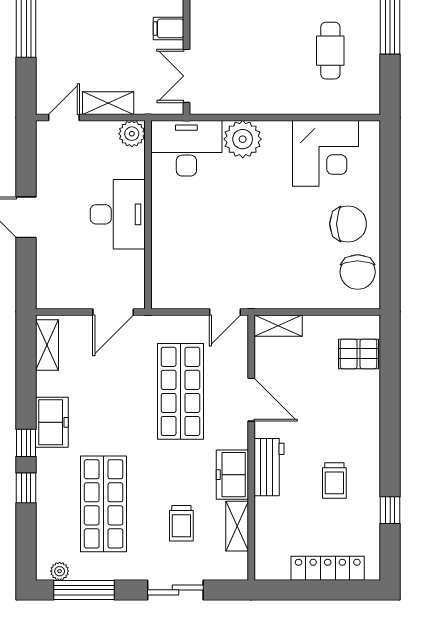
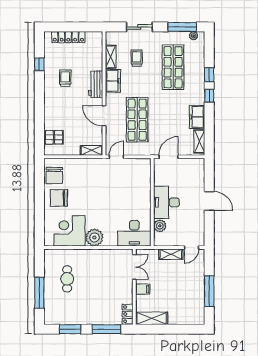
plant: (132, 134) -> (160, 226), moved
plant: (243, 139) -> (94, 237), moved
chair: (358, 272) -> (54, 175), turned 180
freezer: (52, 422) -> (197, 117), moved

